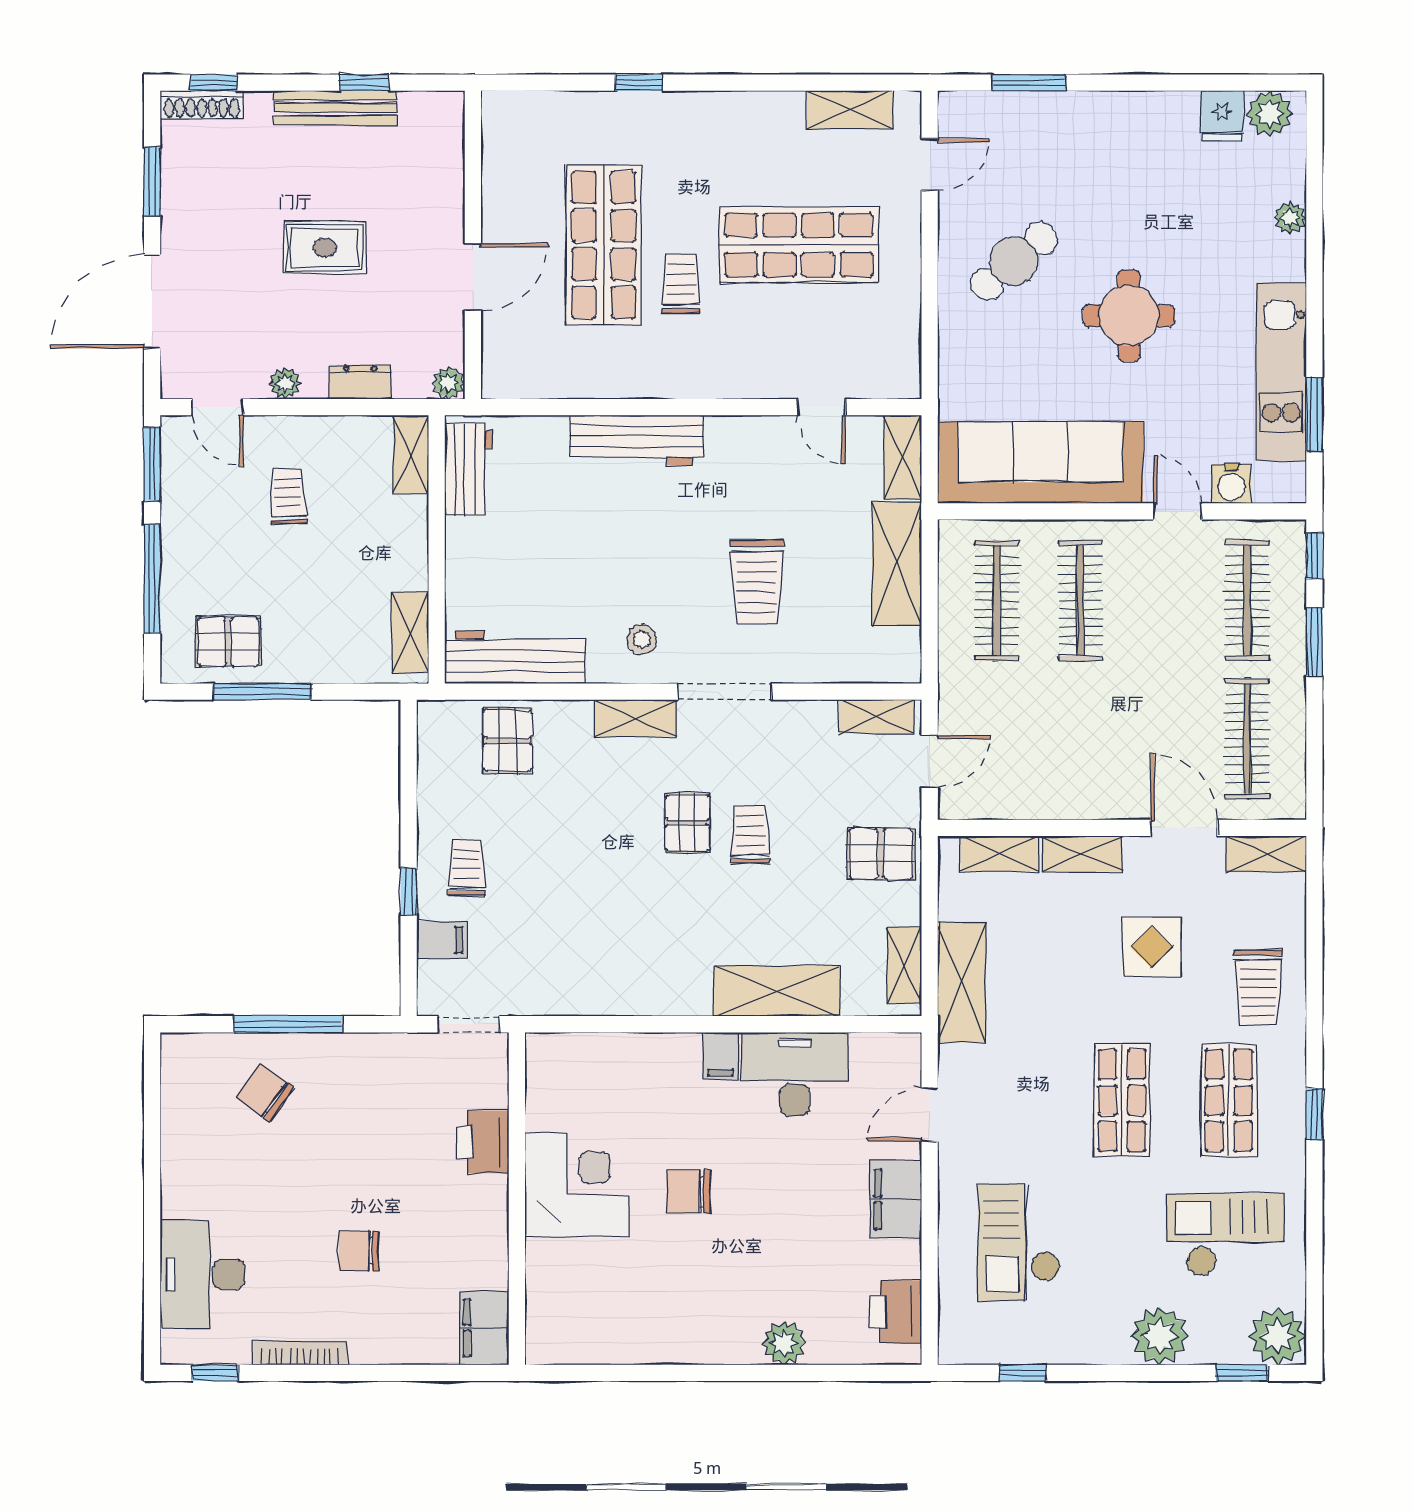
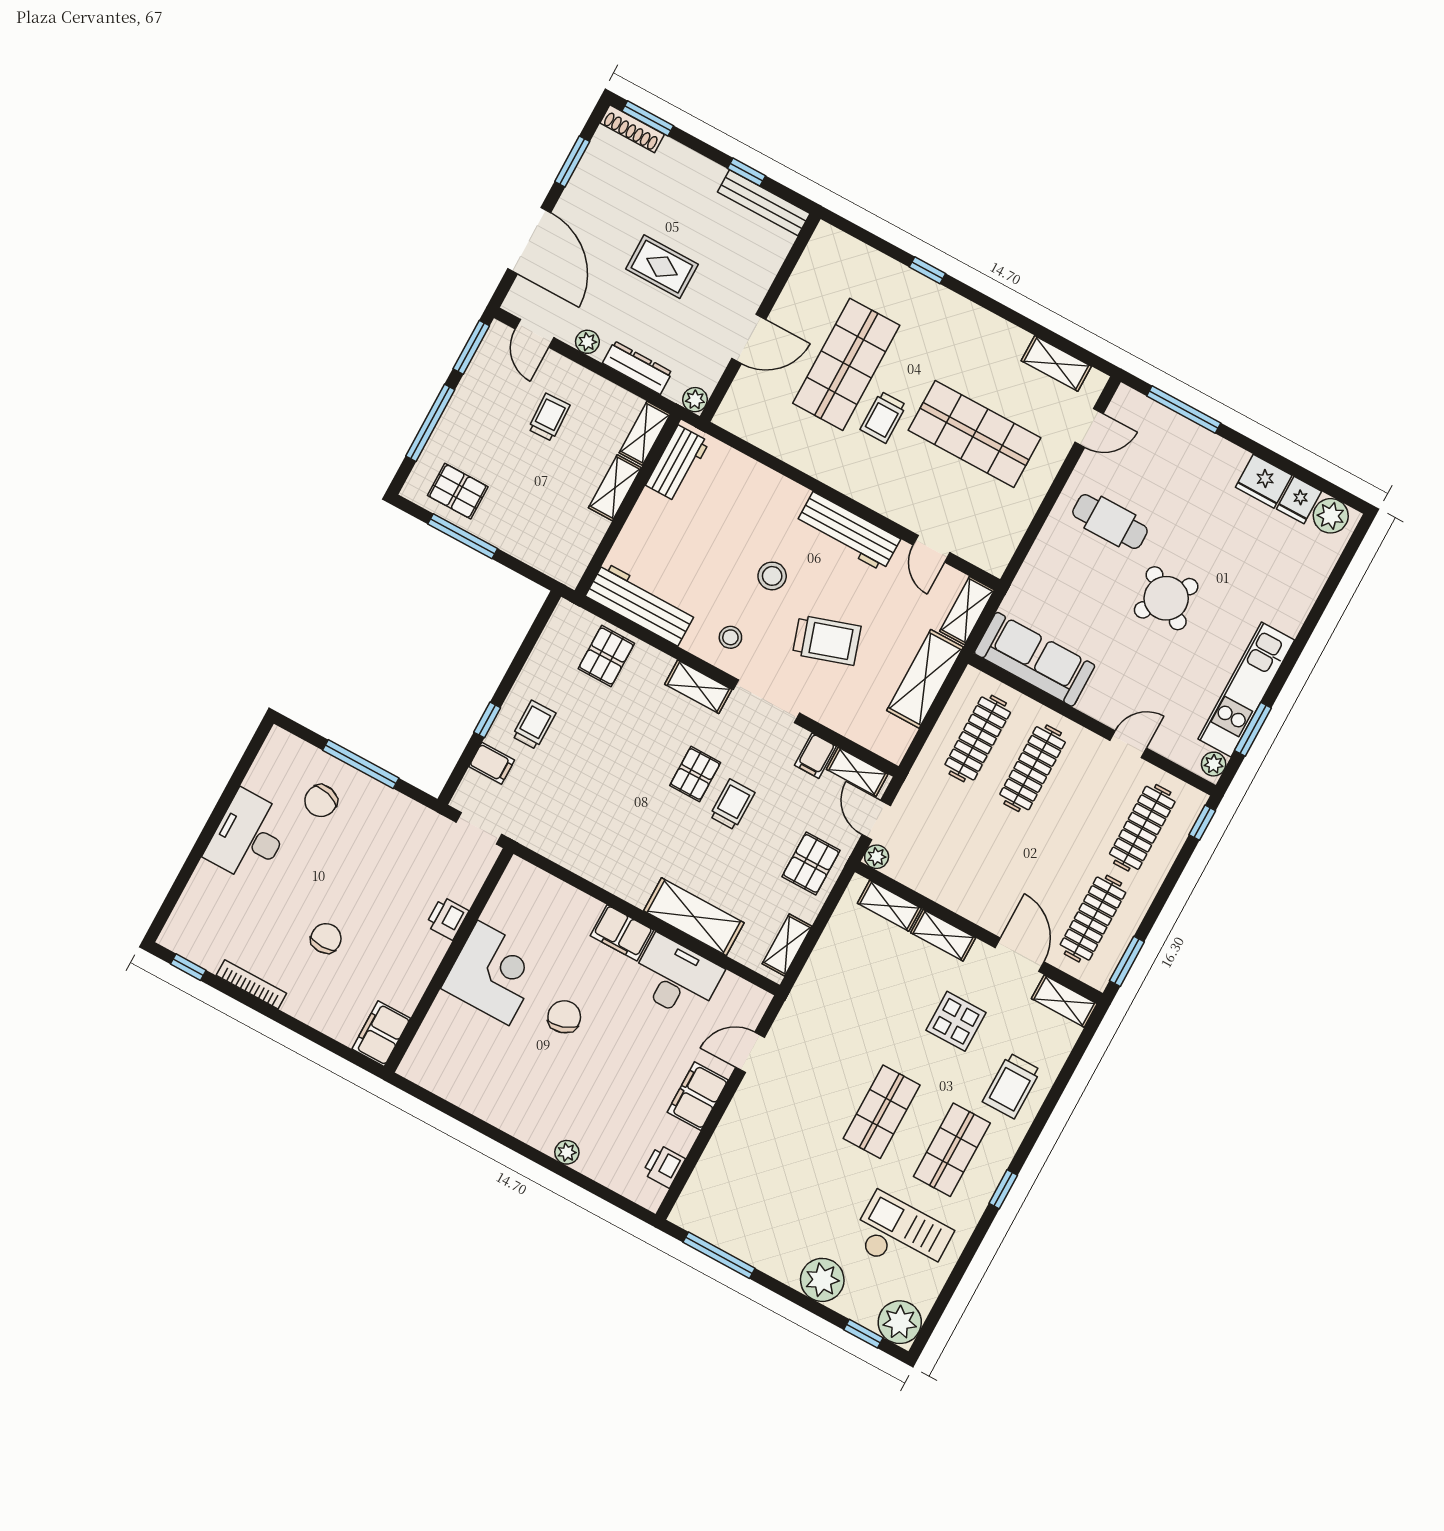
window: (214, 83) -> (648, 118), width x1.50
window: (1029, 83) -> (1184, 409), width x1.44
bench: (335, 108) -> (764, 203), moved
fridge: (1169, 116) -> (1264, 481), added
plant: (1290, 218) -> (1214, 764), moved
cafe table: (1014, 261) -> (1110, 522), turned 40
trolley: (681, 283) -> (883, 417), turned 180
door: (152, 302) -> (529, 241), swing flipped
round table: (1129, 316) -> (1166, 598), turned 35
dresser: (360, 382) -> (637, 368), width x1.44
workbench: (637, 440) -> (848, 532), moved
sofa: (1040, 463) -> (1035, 659), width x0.74, depth x0.79
water cooler: (1232, 484) -> (1174, 745), removed
door: (1177, 511) -> (1128, 744), hinge flipped
stool: (652, 541) -> (772, 576), added
trolley: (757, 581) -> (827, 640), turned -108
shelving: (410, 633) -> (615, 488), moved
window: (1314, 642) -> (1127, 961), moved
filing cabinet: (817, 724) -> (815, 756), added
door: (930, 761) -> (876, 820), swing flipped
plant: (953, 804) -> (877, 857), added
pallet: (881, 854) -> (811, 863), turned 90
shelving: (962, 982) -> (819, 977), removed
filing cabinet: (721, 1056) -> (622, 933), width x2.00
chair: (265, 1093) -> (321, 801), turned -110
printer: (483, 1142) -> (447, 918), width x0.73, depth x0.81
chair: (689, 1191) -> (564, 1017), turned 72
checkout: (1019, 1243) -> (763, 1168), removed
chair: (359, 1251) -> (326, 938), turned 90
desk: (203, 1274) -> (249, 837), moved
printer: (896, 1312) -> (664, 1166), width x0.73, depth x0.81
plant: (784, 1343) -> (567, 1152), width x0.73, depth x0.73
window: (1023, 1373) -> (719, 1255), width x2.17

